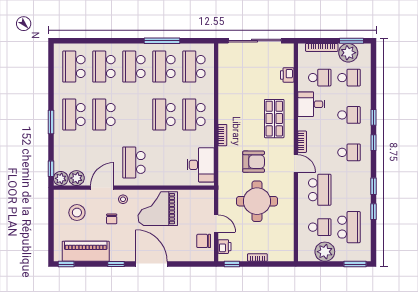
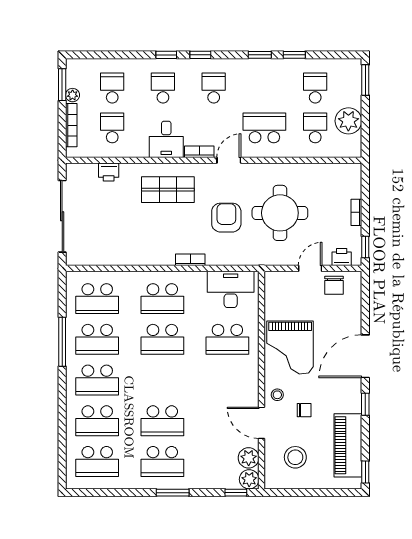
plant: (348, 53) -> (73, 95), width x0.53, depth x0.53
desk: (311, 104) -> (166, 139), moved
school desk: (134, 162) -> (227, 339), moved
school desk: (349, 227) -> (315, 88), width x0.54

